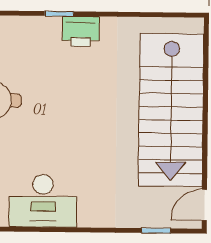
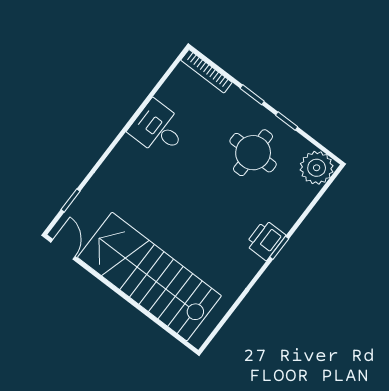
printer: (81, 31) -> (265, 240), moved
desk: (43, 201) -> (158, 129), width x0.73

